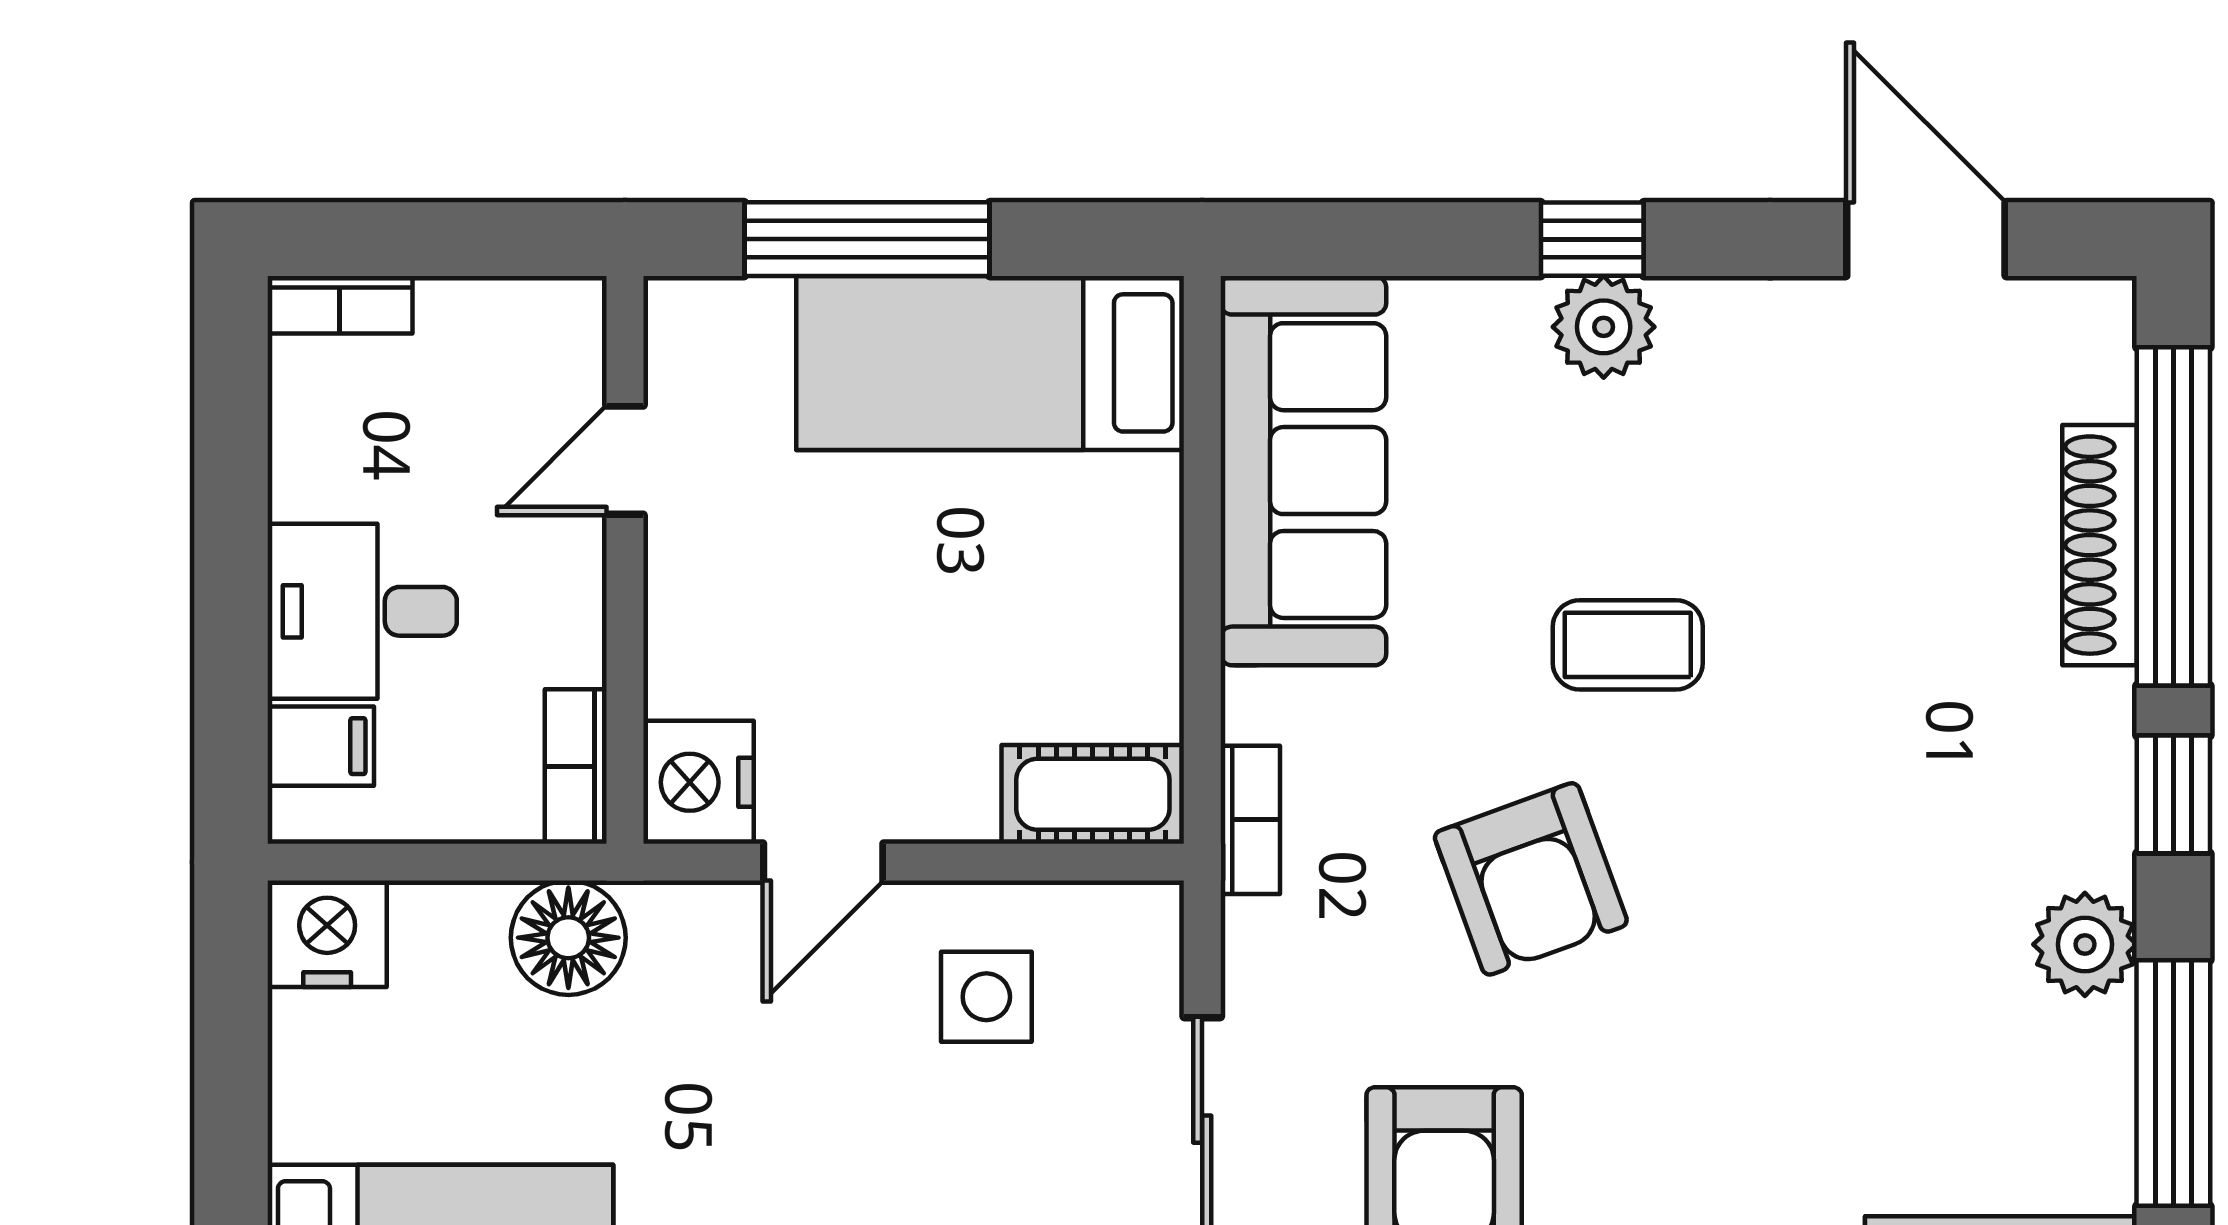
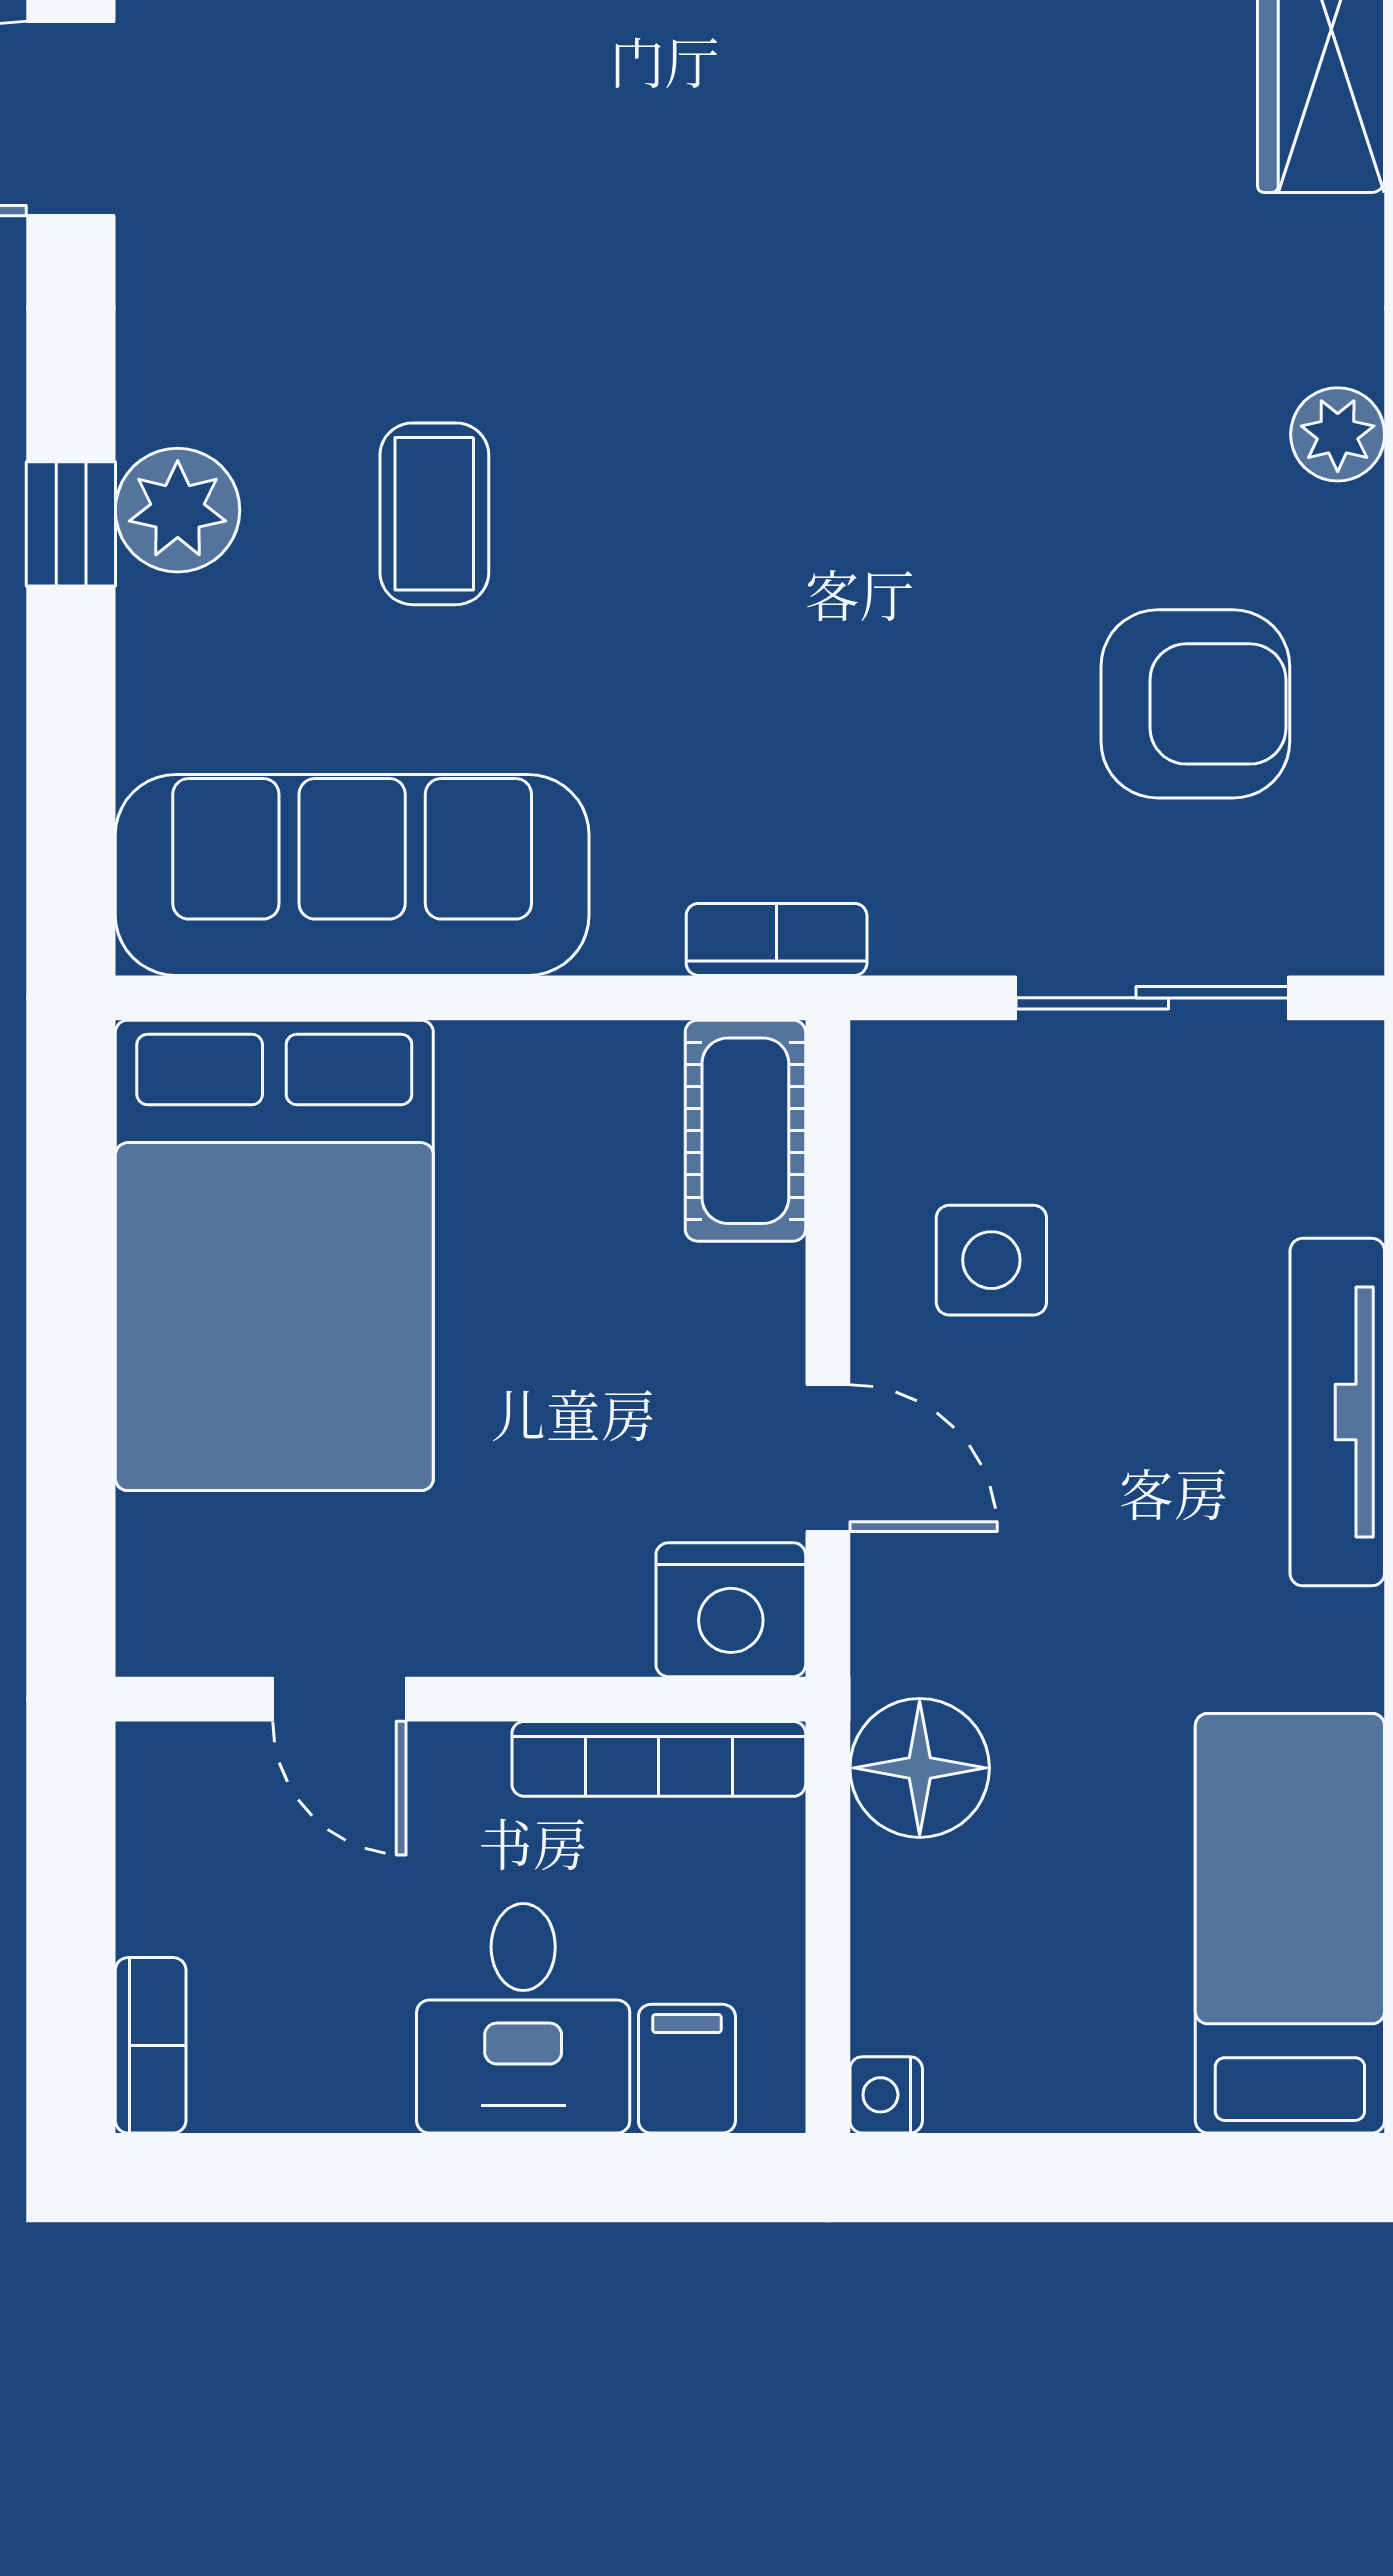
window: (867, 239) -> (71, 1405), removed
bed: (990, 363) -> (274, 1255), width x1.50
coffee table: (1628, 645) -> (434, 514), moved
bookcase: (576, 766) -> (659, 1759), width x1.56
armchair: (1531, 879) -> (848, 599), removed
nightstand: (327, 934) -> (886, 2095), width x0.53, depth x0.56

